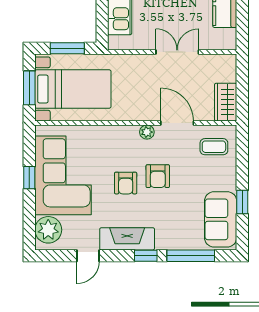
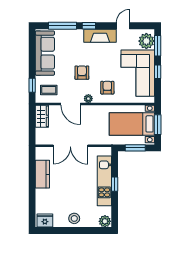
double door: (177, 52) -> (70, 146), width x1.37
armchair: (126, 183) -> (107, 88), moved
window: (242, 202) -> (32, 85), moved
sofa: (221, 219) -> (45, 53), width x1.36
window: (29, 222) -> (158, 46), added

